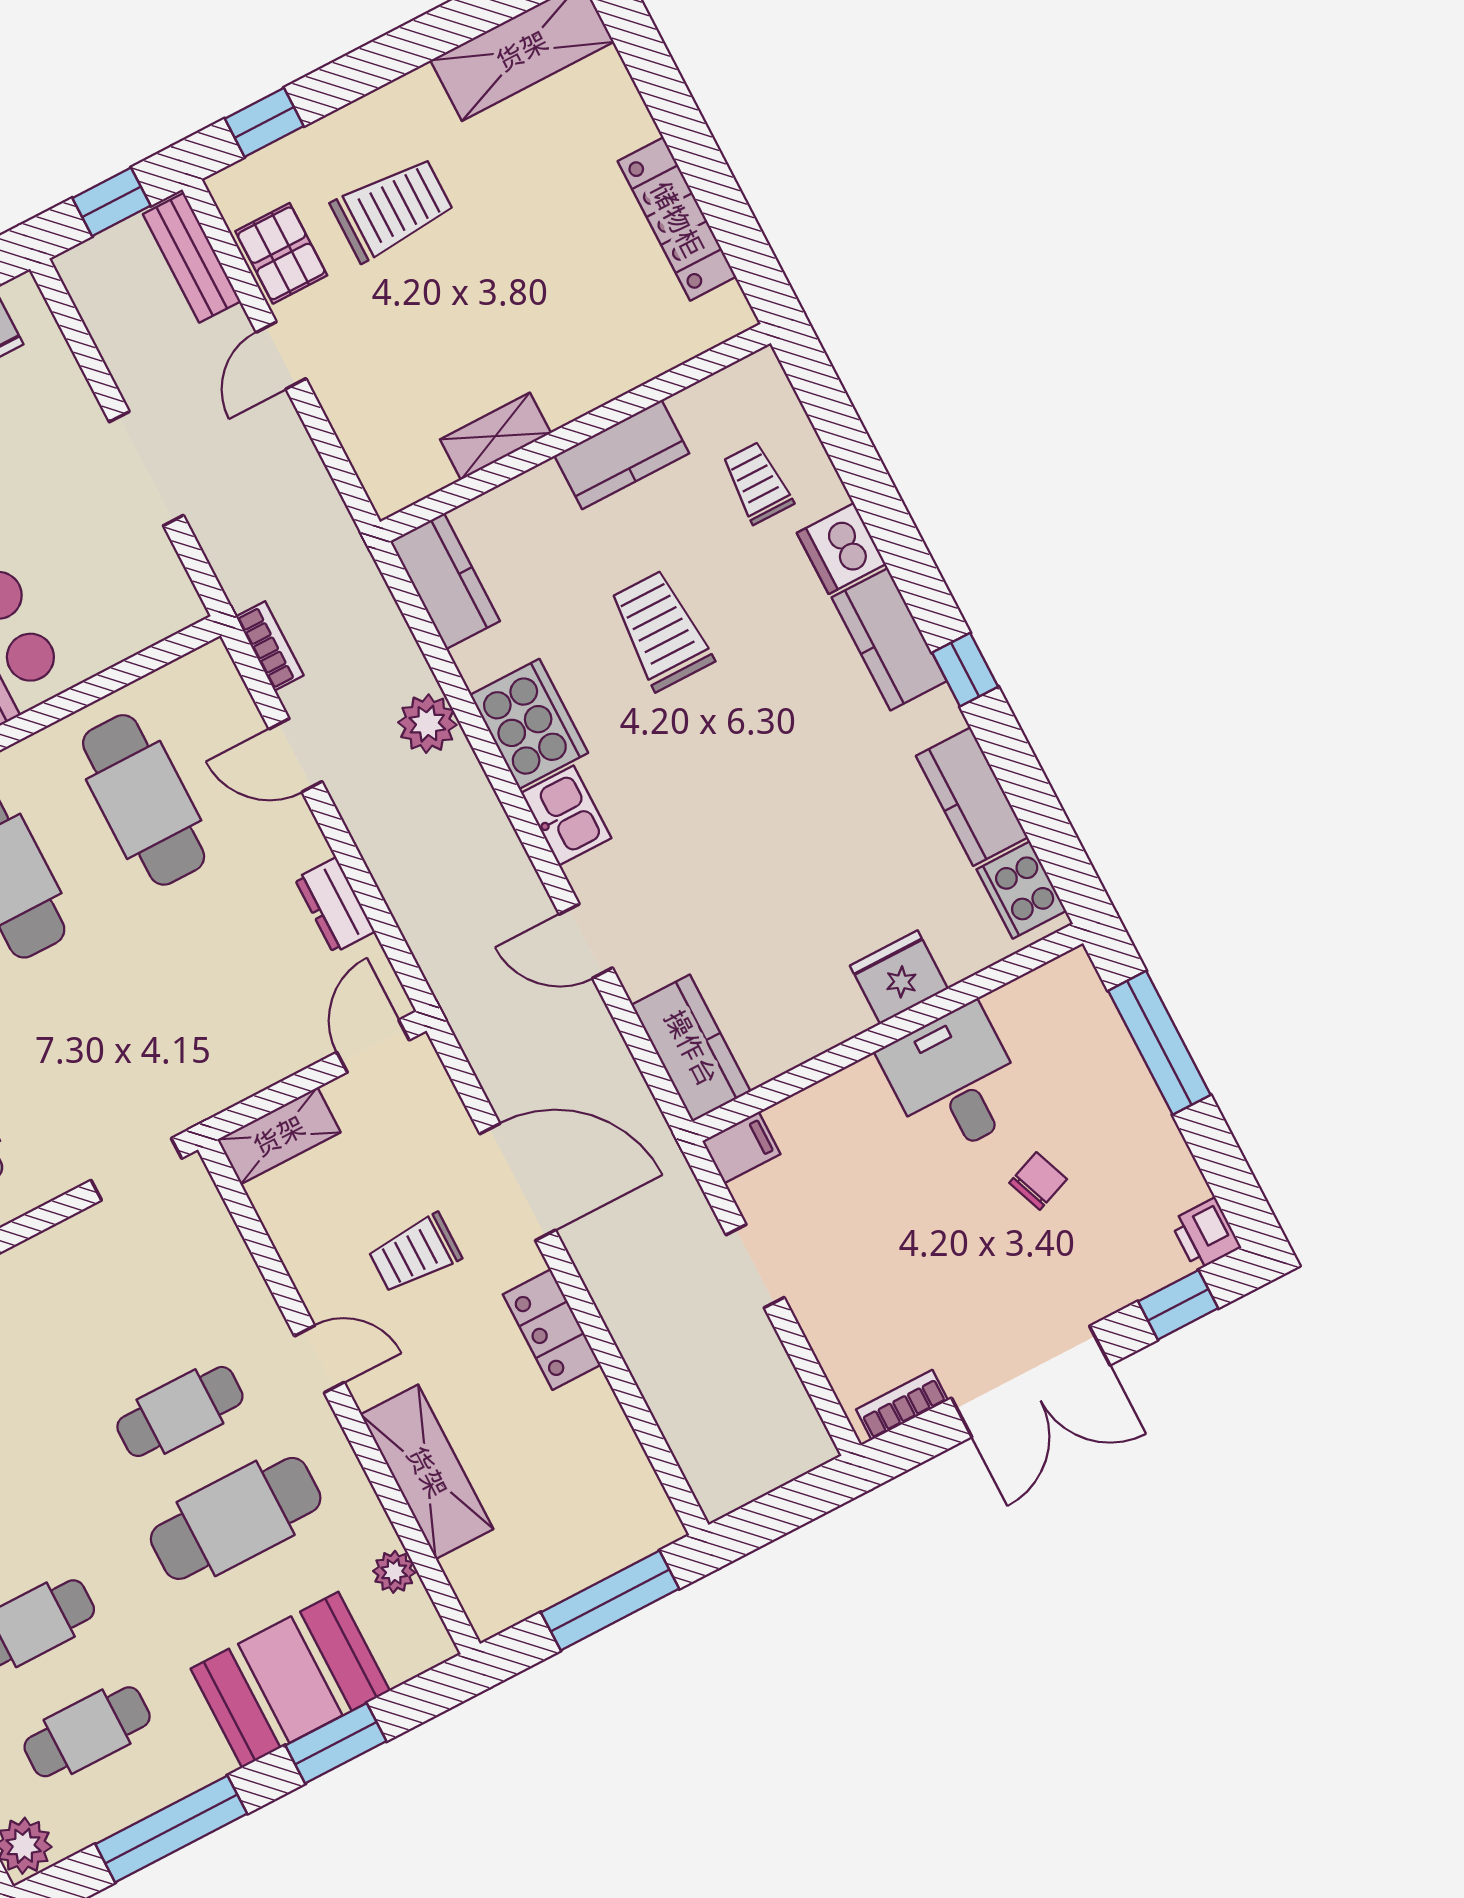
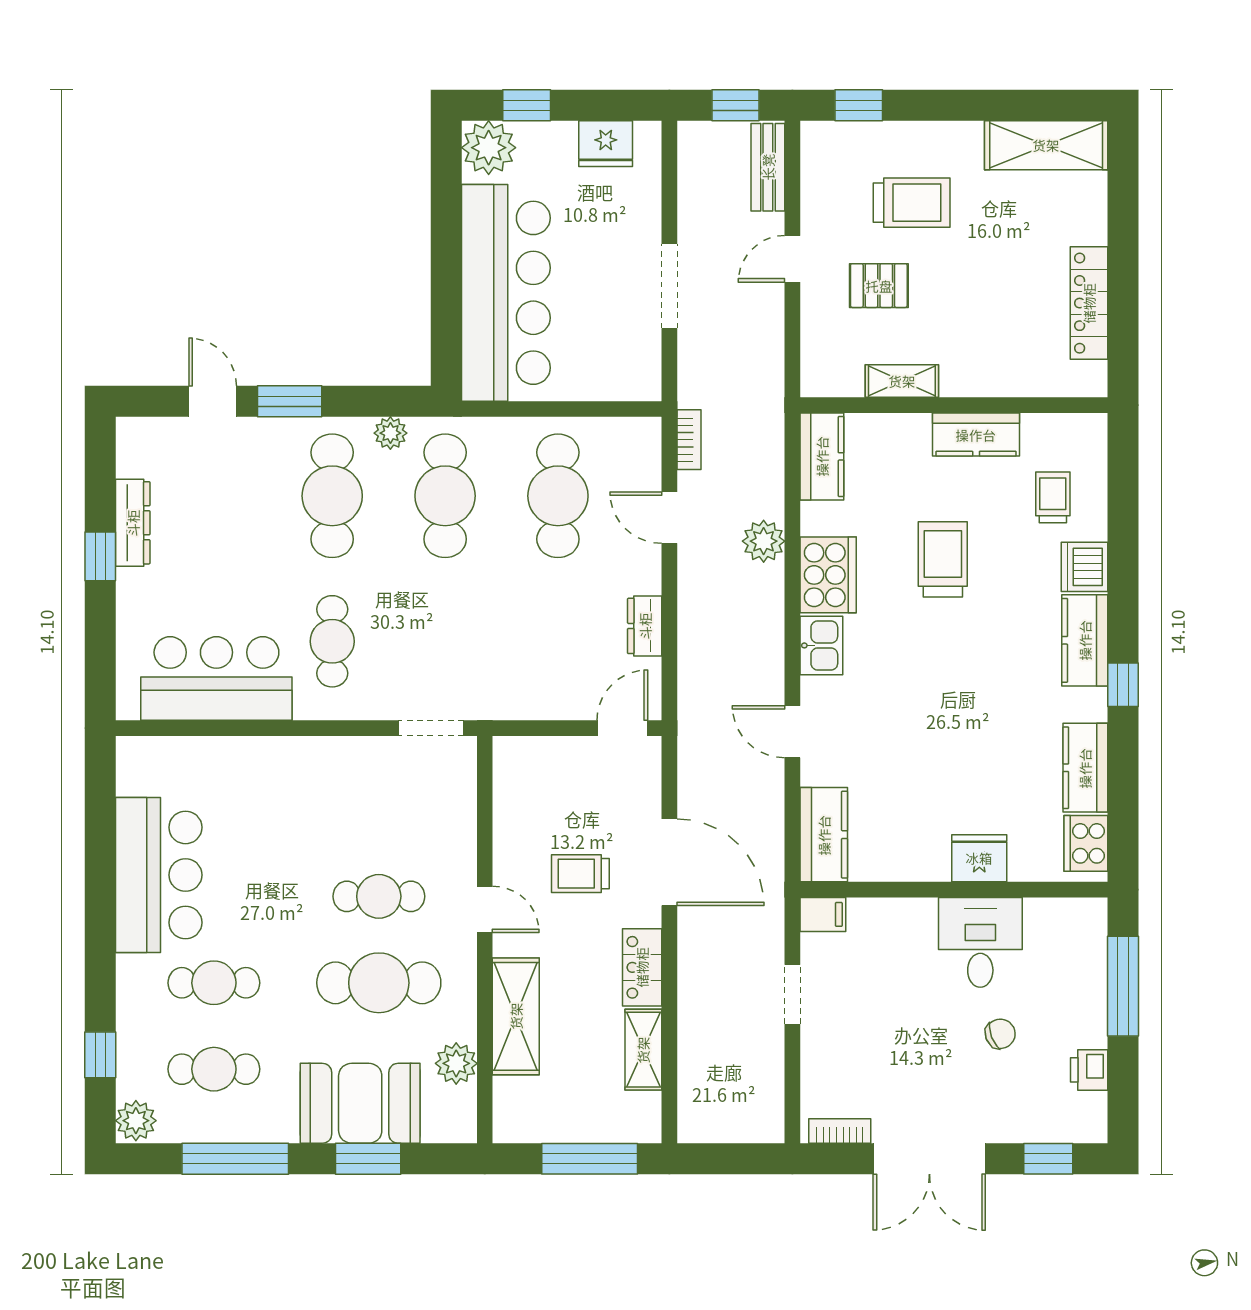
pallet: (281, 253) -> (879, 286), moved, turned 90
shelving: (279, 1136) -> (643, 1050), moved, turned 90
printer: (1206, 1234) -> (1089, 1070), moved
plant: (394, 1572) -> (456, 1063), width x1.38, depth x1.38

